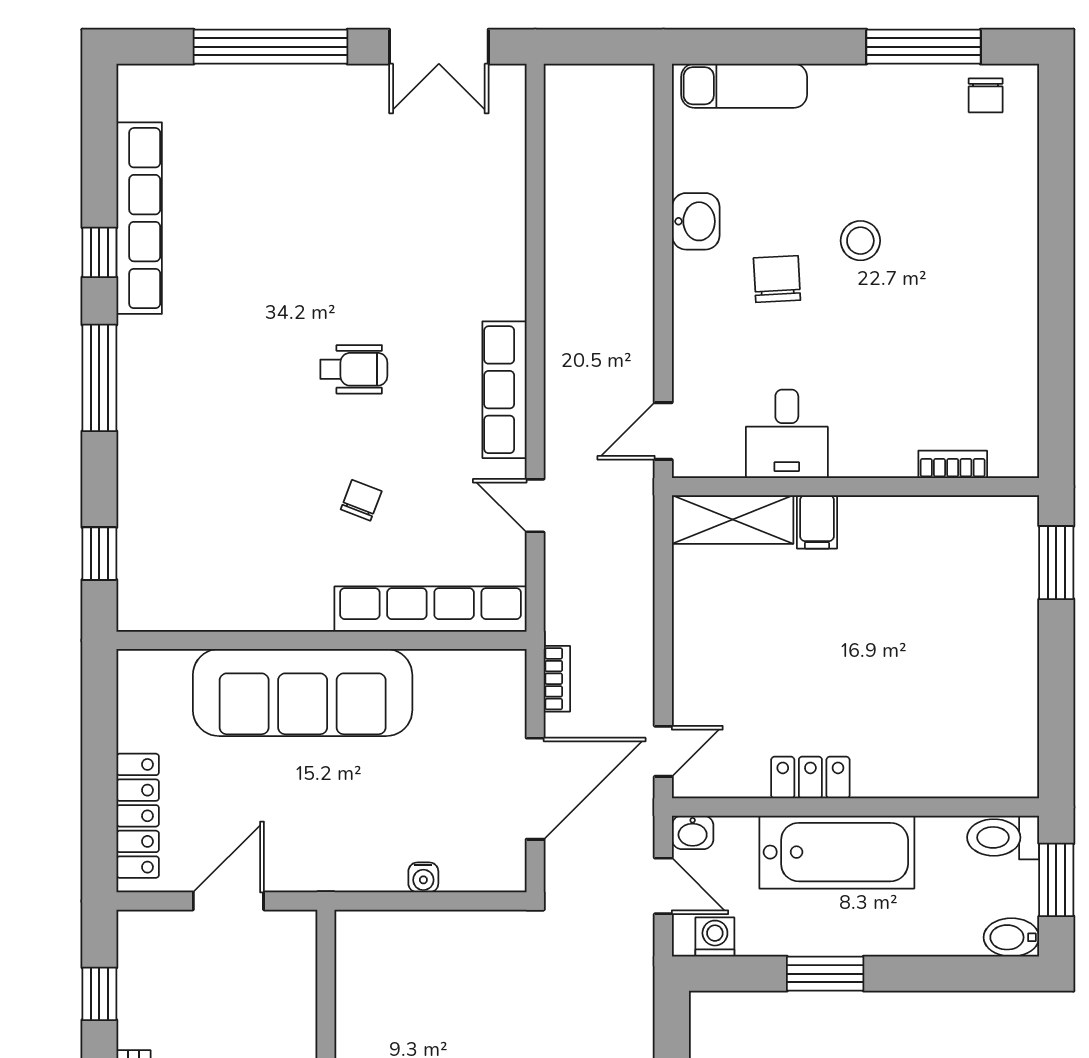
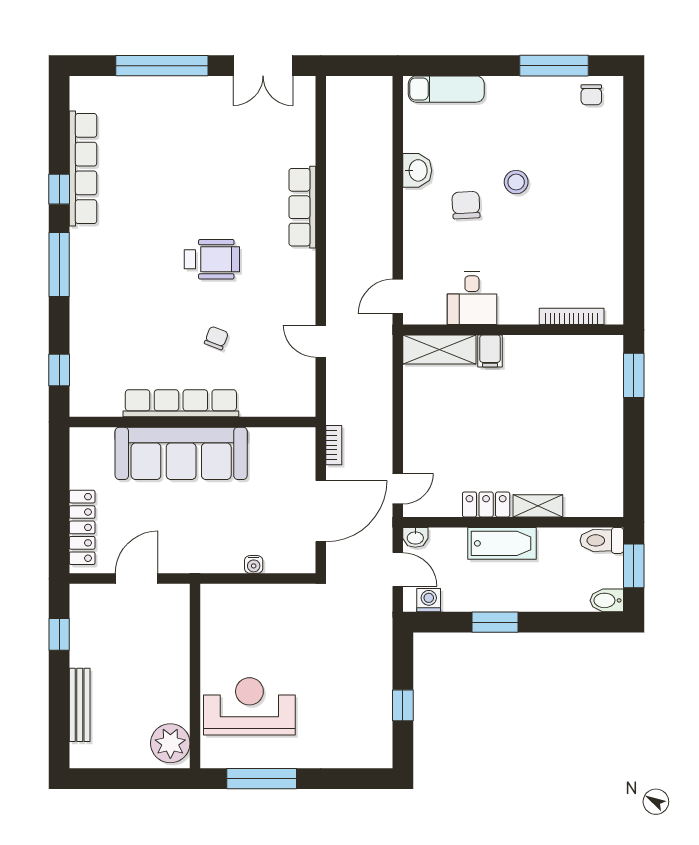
wheelchair: (354, 369) -> (212, 259), width x1.36, depth x1.37
row of seats: (504, 390) -> (302, 207), moved
bookcase: (953, 464) -> (572, 316), width x1.56
row of seats: (430, 609) -> (181, 403), moved
shelving: (897, 780) -> (538, 506), added
bathtub: (837, 852) -> (502, 543), width x0.73, depth x0.73

